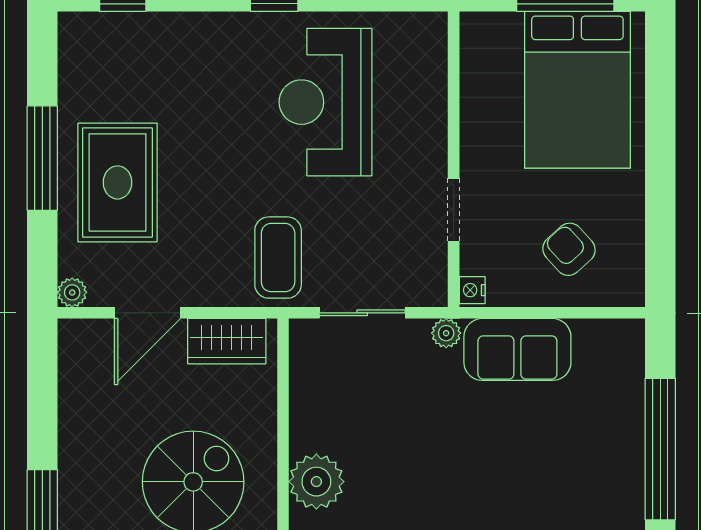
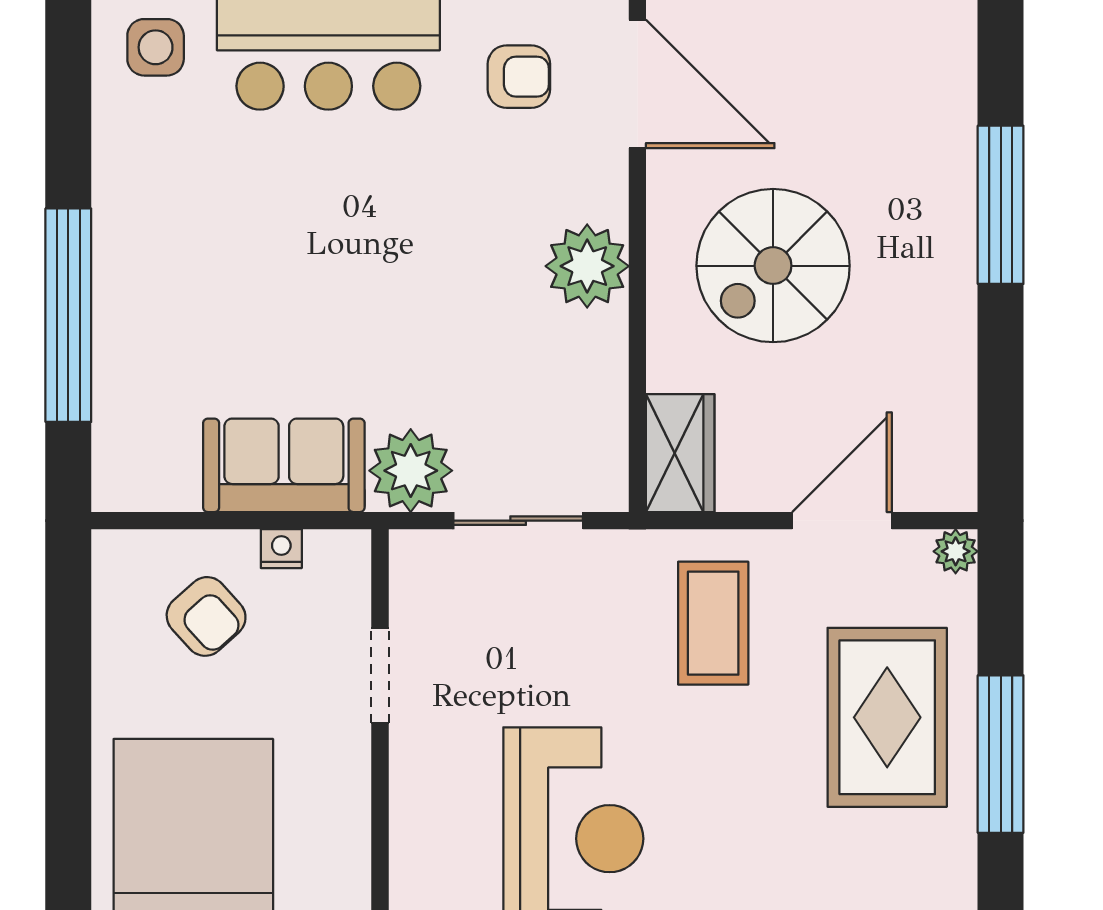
coffee table: (278, 258) -> (713, 623), moved
nightstand: (472, 290) -> (281, 549), moved, turned -90
plant: (446, 333) -> (411, 471), width x1.88, depth x1.88
wardrobe: (227, 341) -> (680, 453), moved, turned 90

